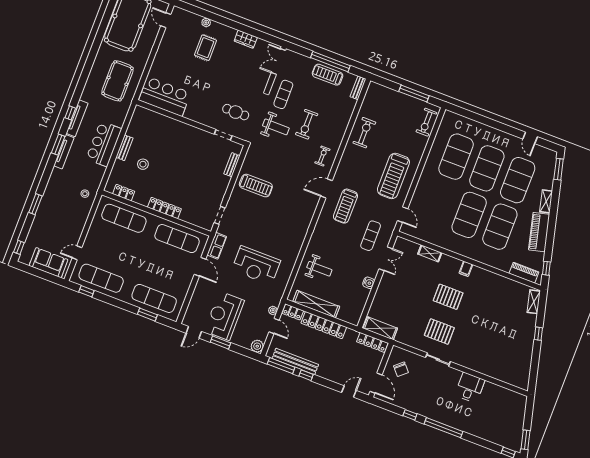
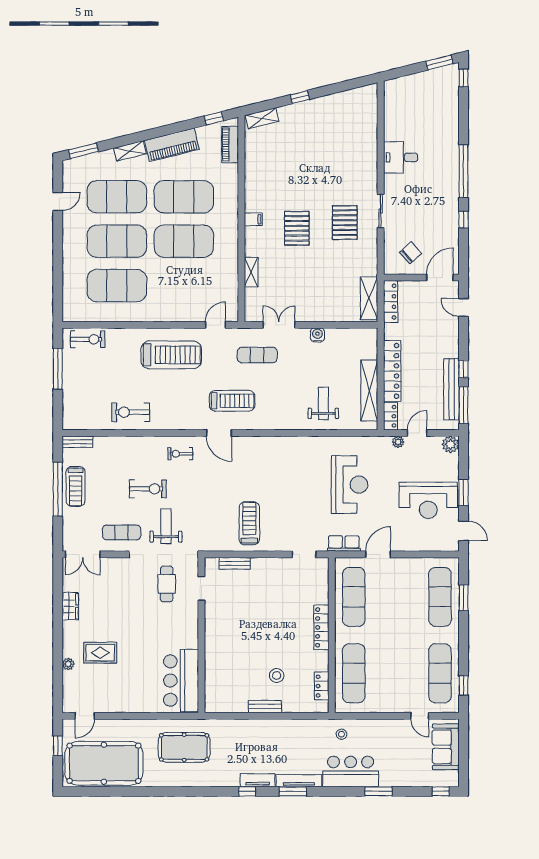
tv unit: (77, 118) -> (258, 780), width x0.71
bar counter: (104, 144) -> (351, 771), moved, turned 180

